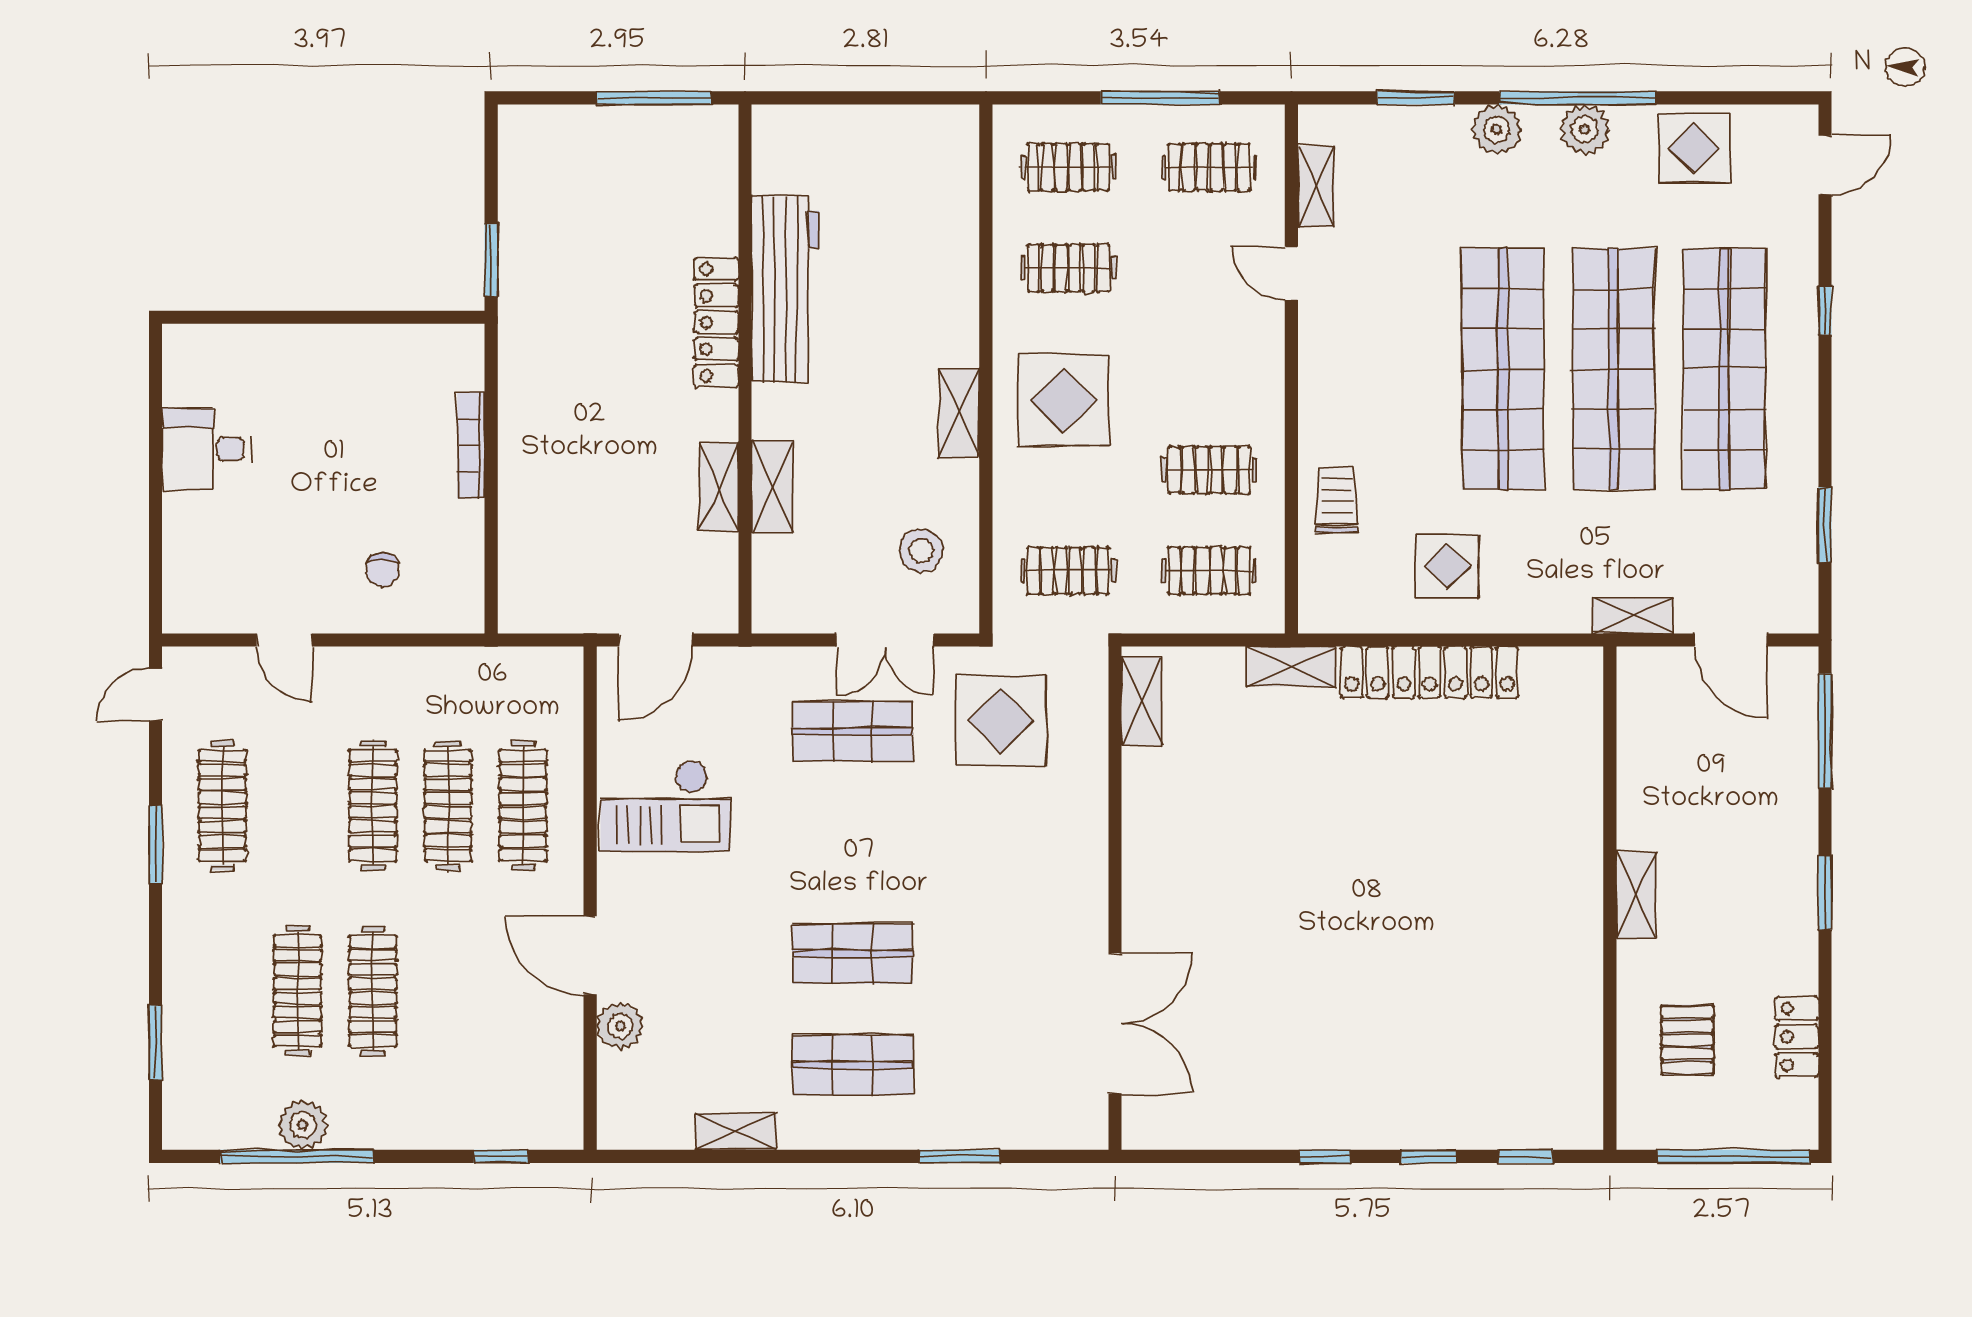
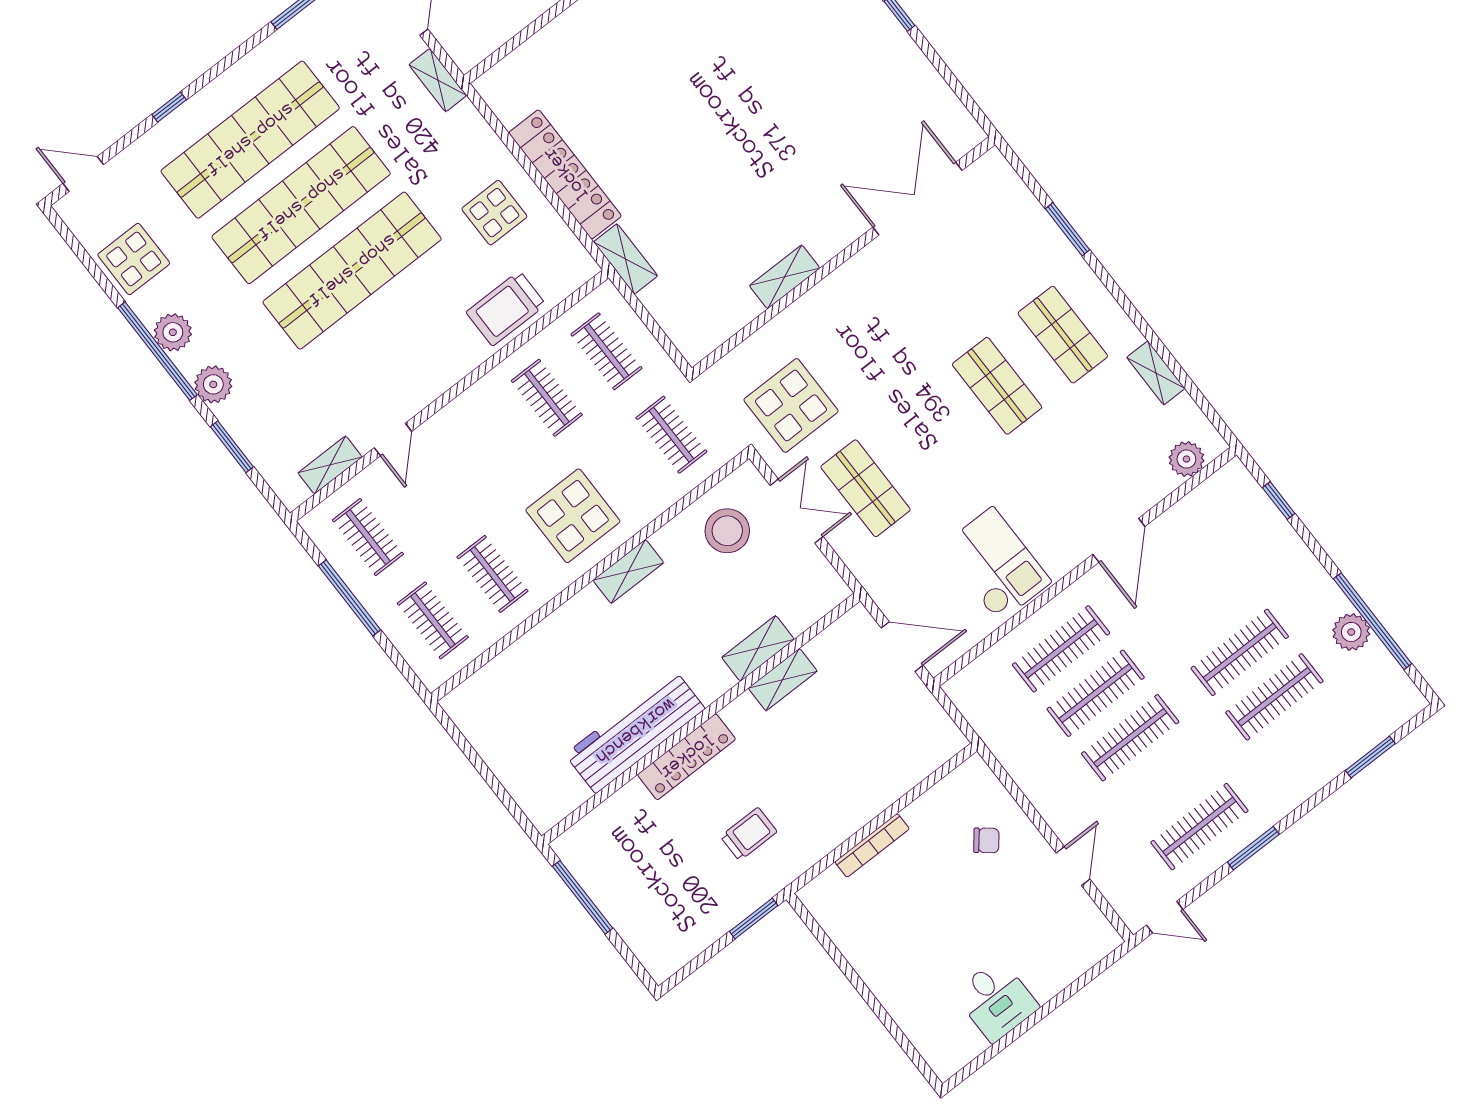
trolley: (584, 325) -> (749, 834), added
trolley: (1337, 500) -> (506, 308), width x1.36, depth x1.39
stool: (921, 551) -> (727, 531), width x1.38, depth x1.38
chair: (383, 570) -> (986, 840), turned 39
shelving: (1142, 701) -> (785, 277), moved
plant: (620, 1026) -> (1186, 459), moved

